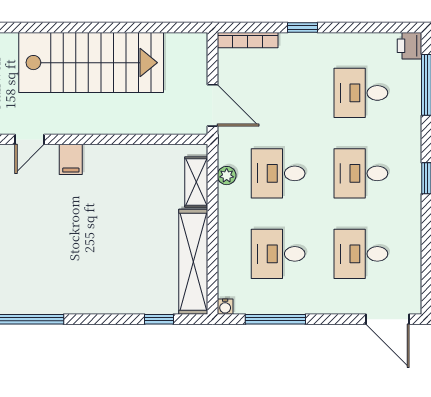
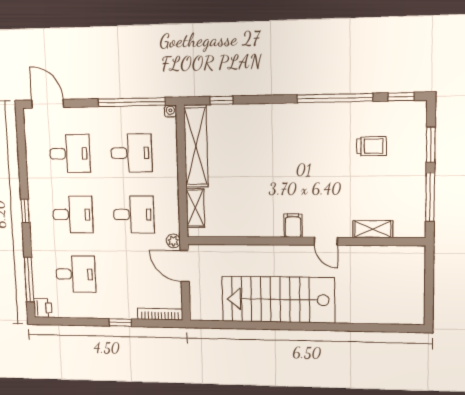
door: (30, 139) -> (326, 241), swing flipped
plant: (227, 176) -> (173, 241), moved
window: (275, 319) -> (132, 102), width x1.46

